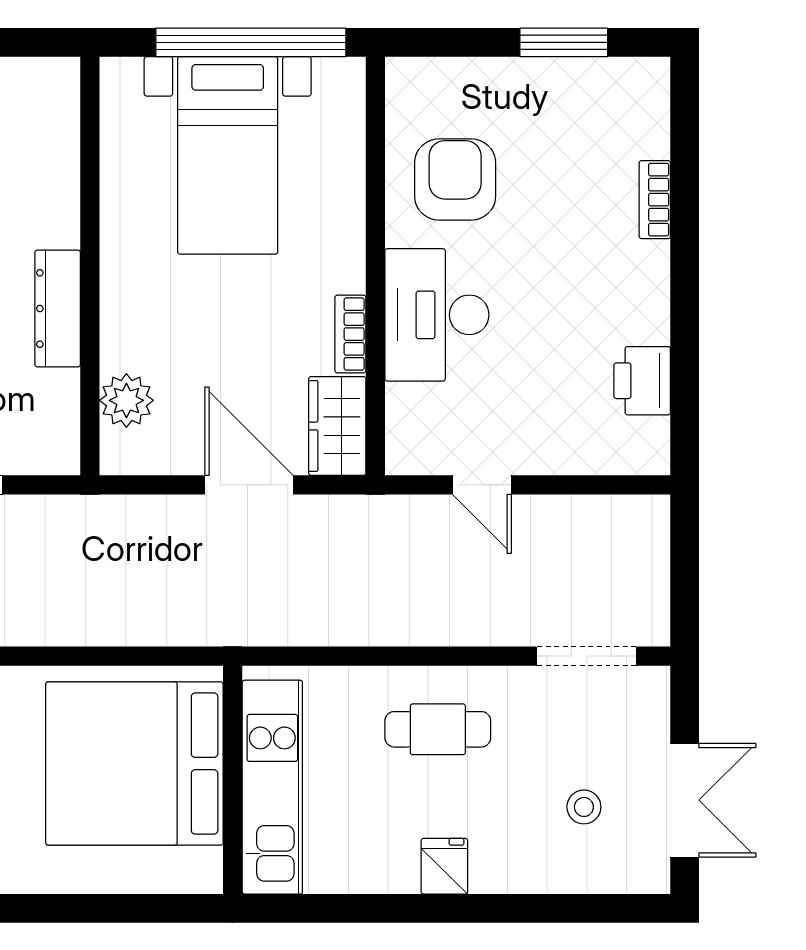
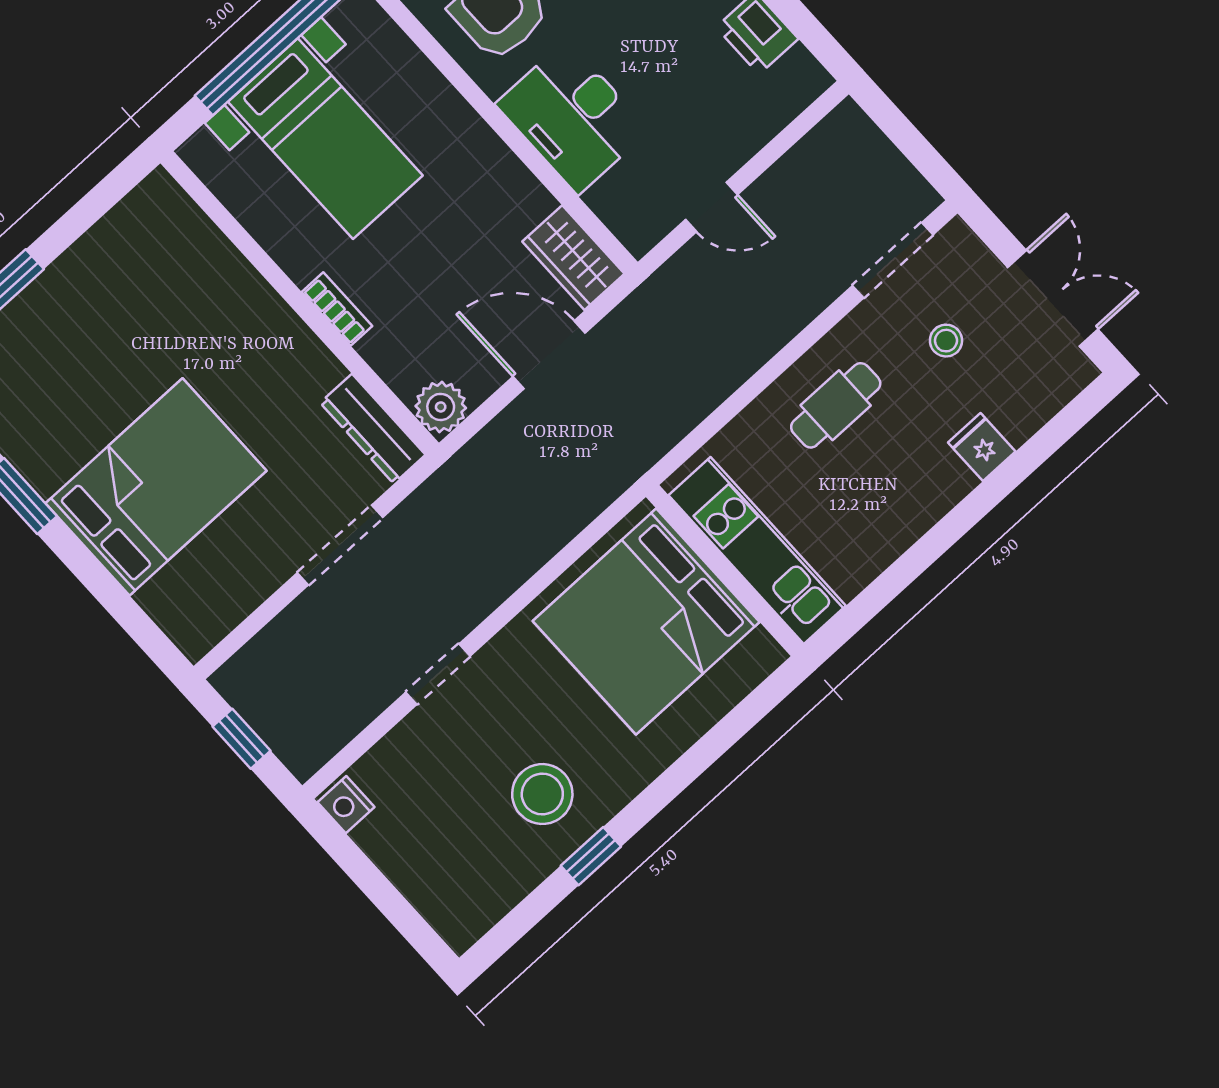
dresser: (58, 309) -> (373, 429), moved
bookcase: (350, 334) -> (337, 309), moved, turned 180
plant: (126, 400) -> (441, 407), moved
stool: (584, 807) -> (946, 341), moved
fridge: (444, 866) -> (982, 447), moved

